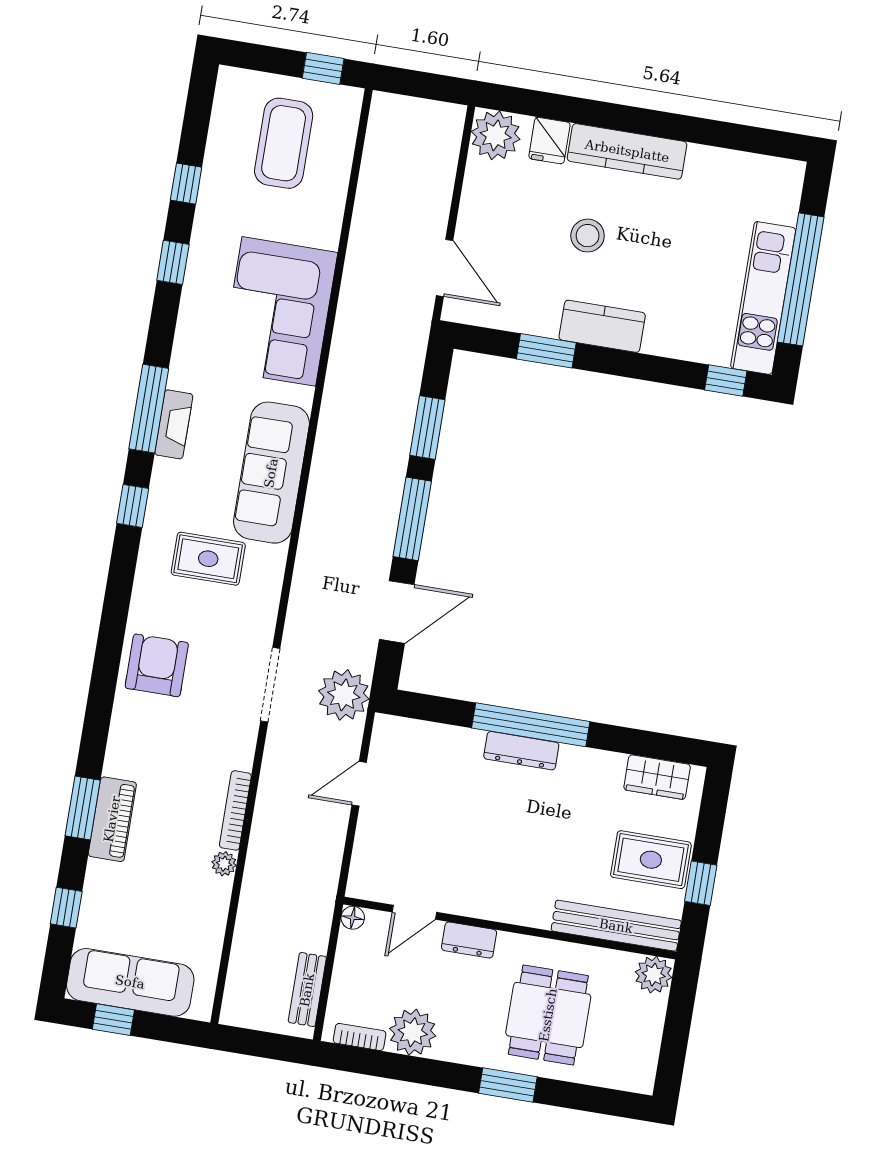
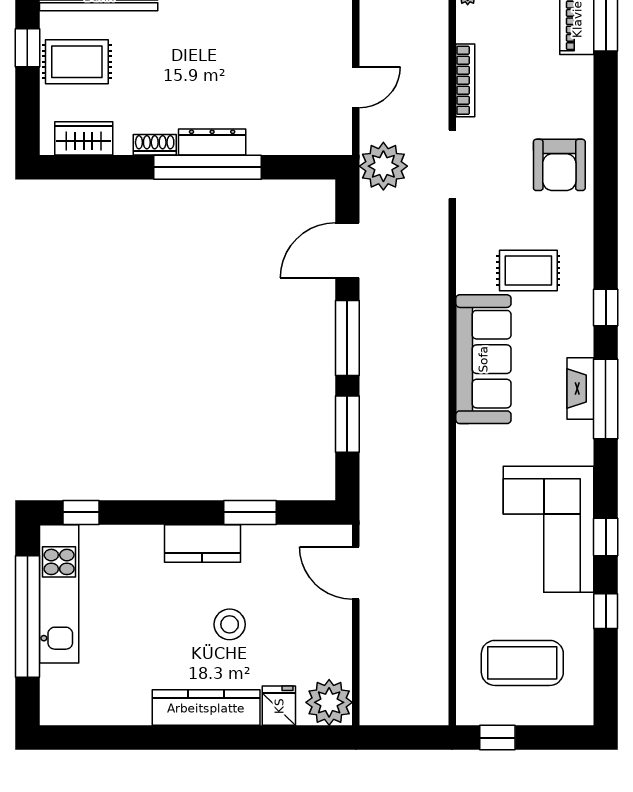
coffee table: (284, 143) -> (522, 663), turned 90
corner sofa: (279, 311) -> (548, 529), moved, turned 180
shoe rack: (583, 758) -> (155, 145), added
bookcase: (235, 810) -> (465, 80), moved

